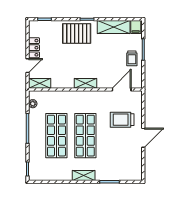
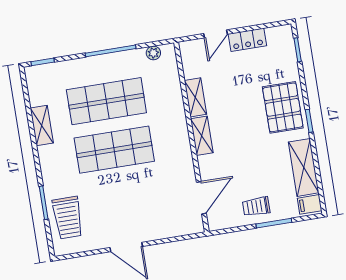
door: (27, 66) -> (215, 34), hinge flipped
shelving: (40, 83) -> (195, 97), moved
door: (122, 89) -> (201, 198), hinge flipped
trolley: (122, 120) -> (68, 218), moved, turned 180
shelving: (84, 176) -> (42, 126), moved

